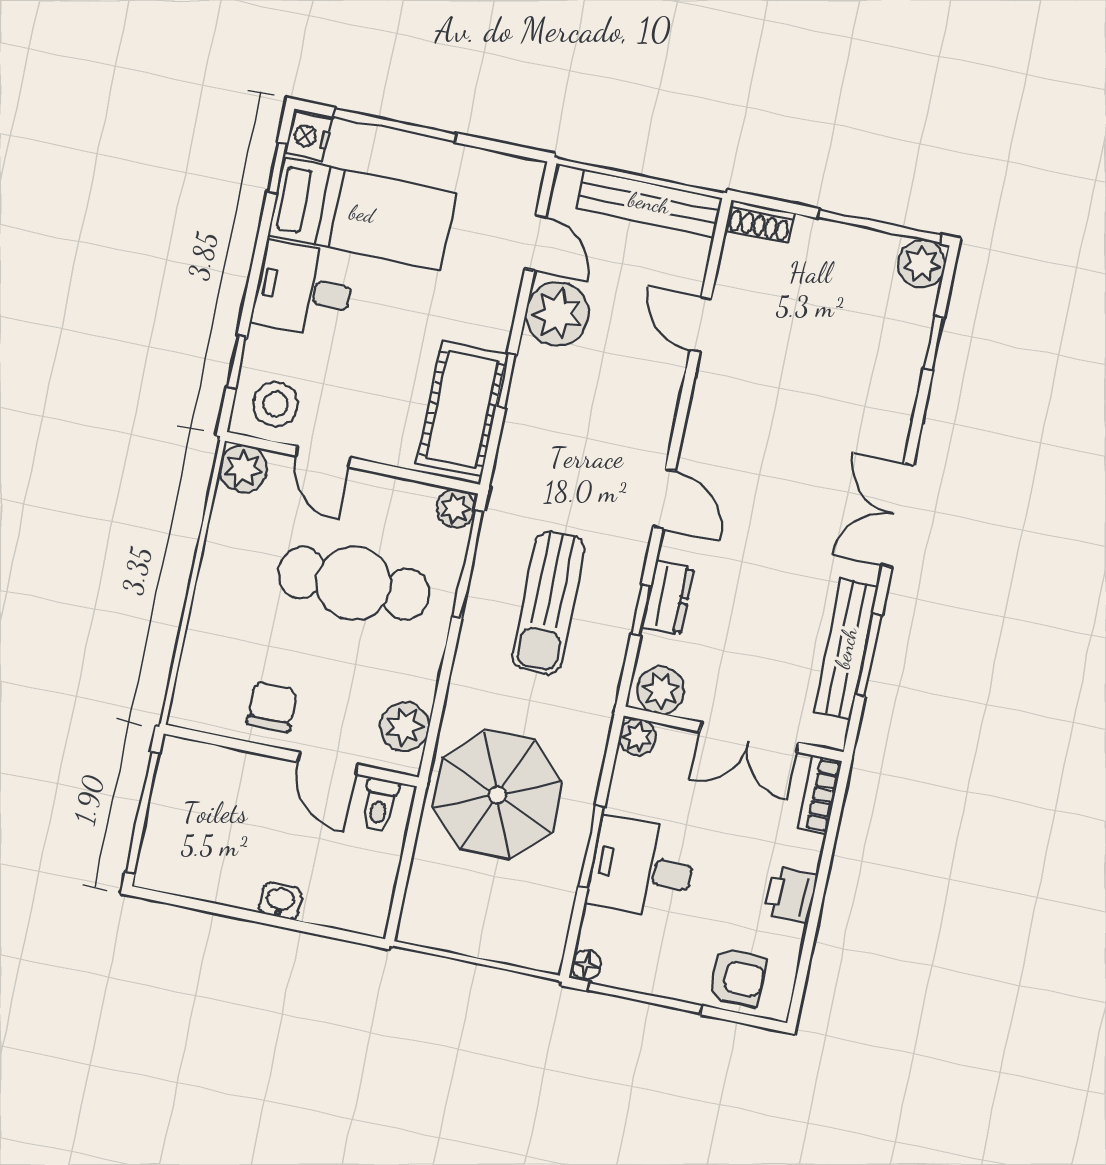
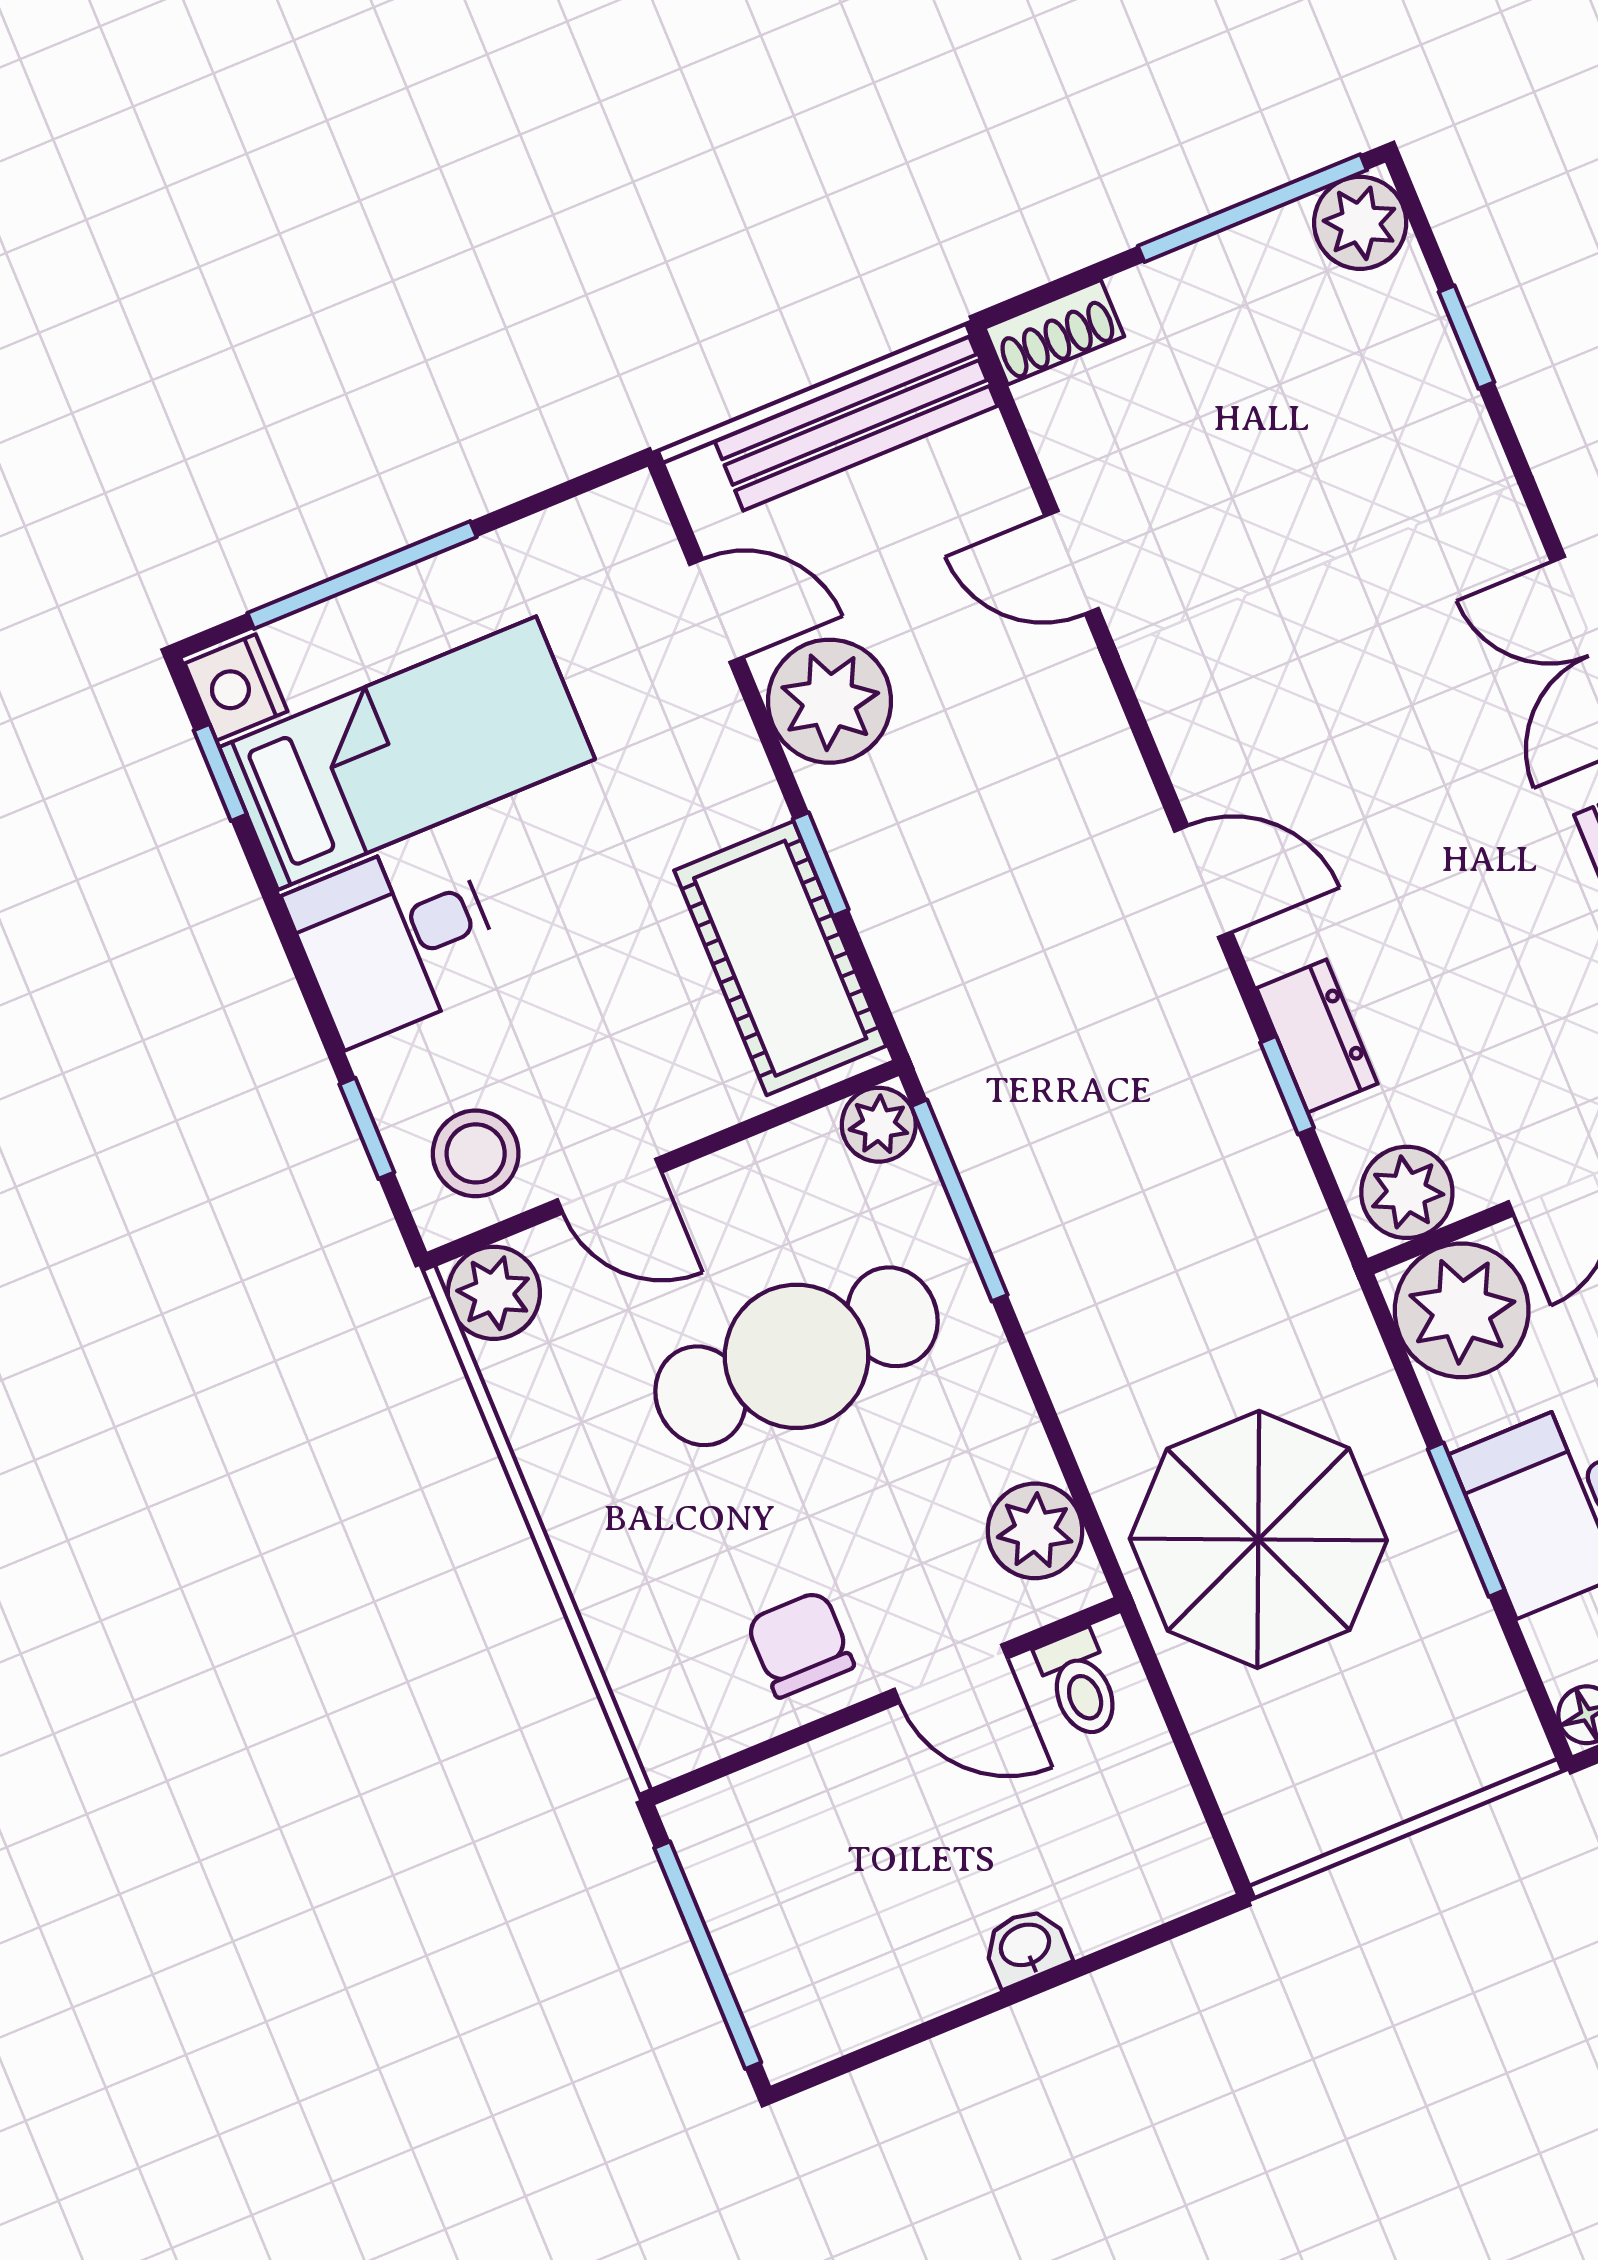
sun lounger: (548, 603) -> (1131, 1175), removed
plant: (638, 737) -> (1462, 1310), width x1.87, depth x1.87

